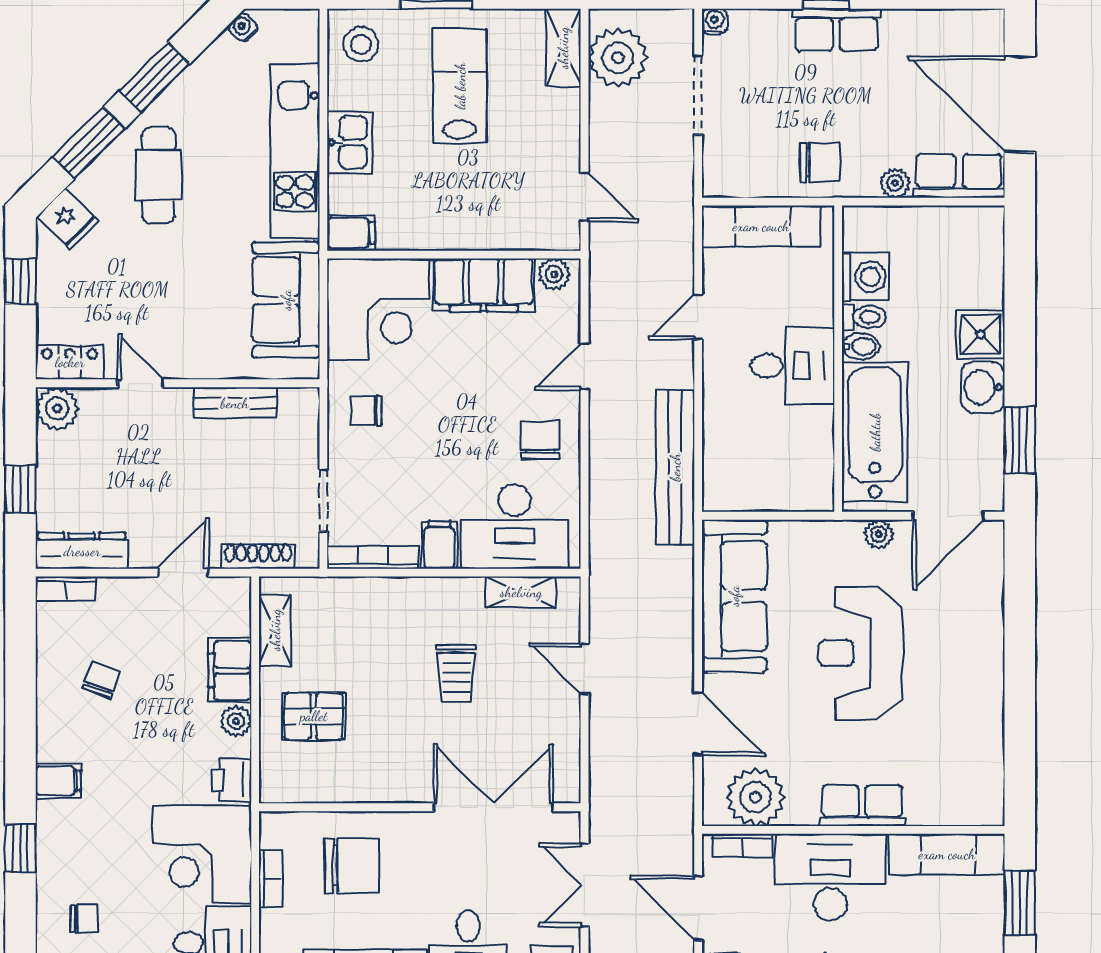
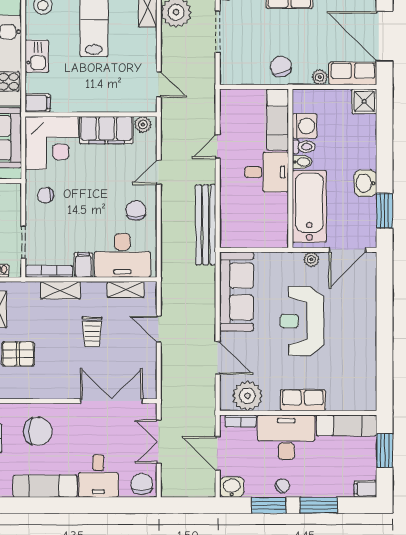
chair: (820, 162) -> (281, 66), turned -108
exam couch: (761, 226) -> (278, 120), moved, turned 90
shower: (981, 334) -> (364, 101), moved
shelving: (395, 594) -> (60, 290), added

